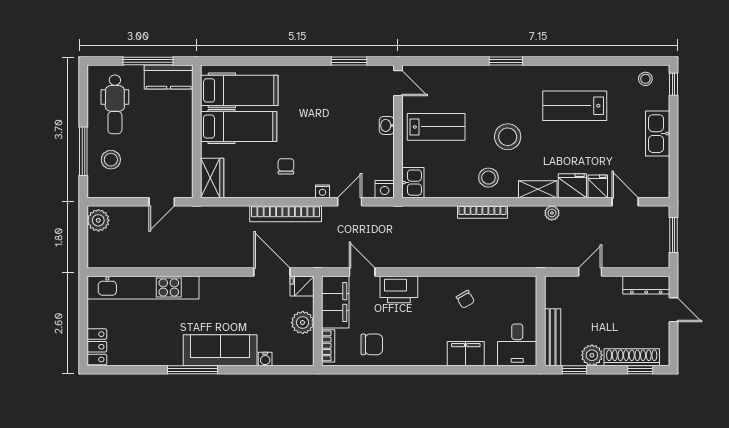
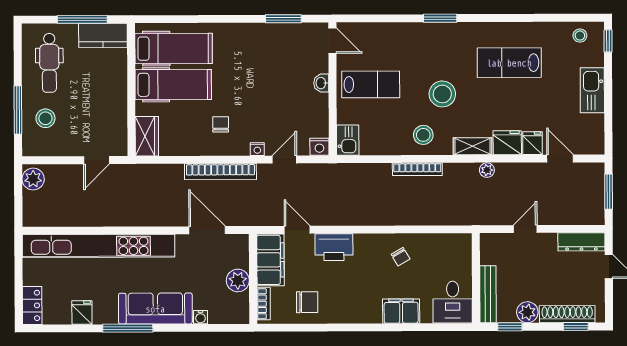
fridge: (302, 286) -> (82, 313), moved, turned 90
kitchen unit: (143, 287) -> (98, 246), width x1.36

